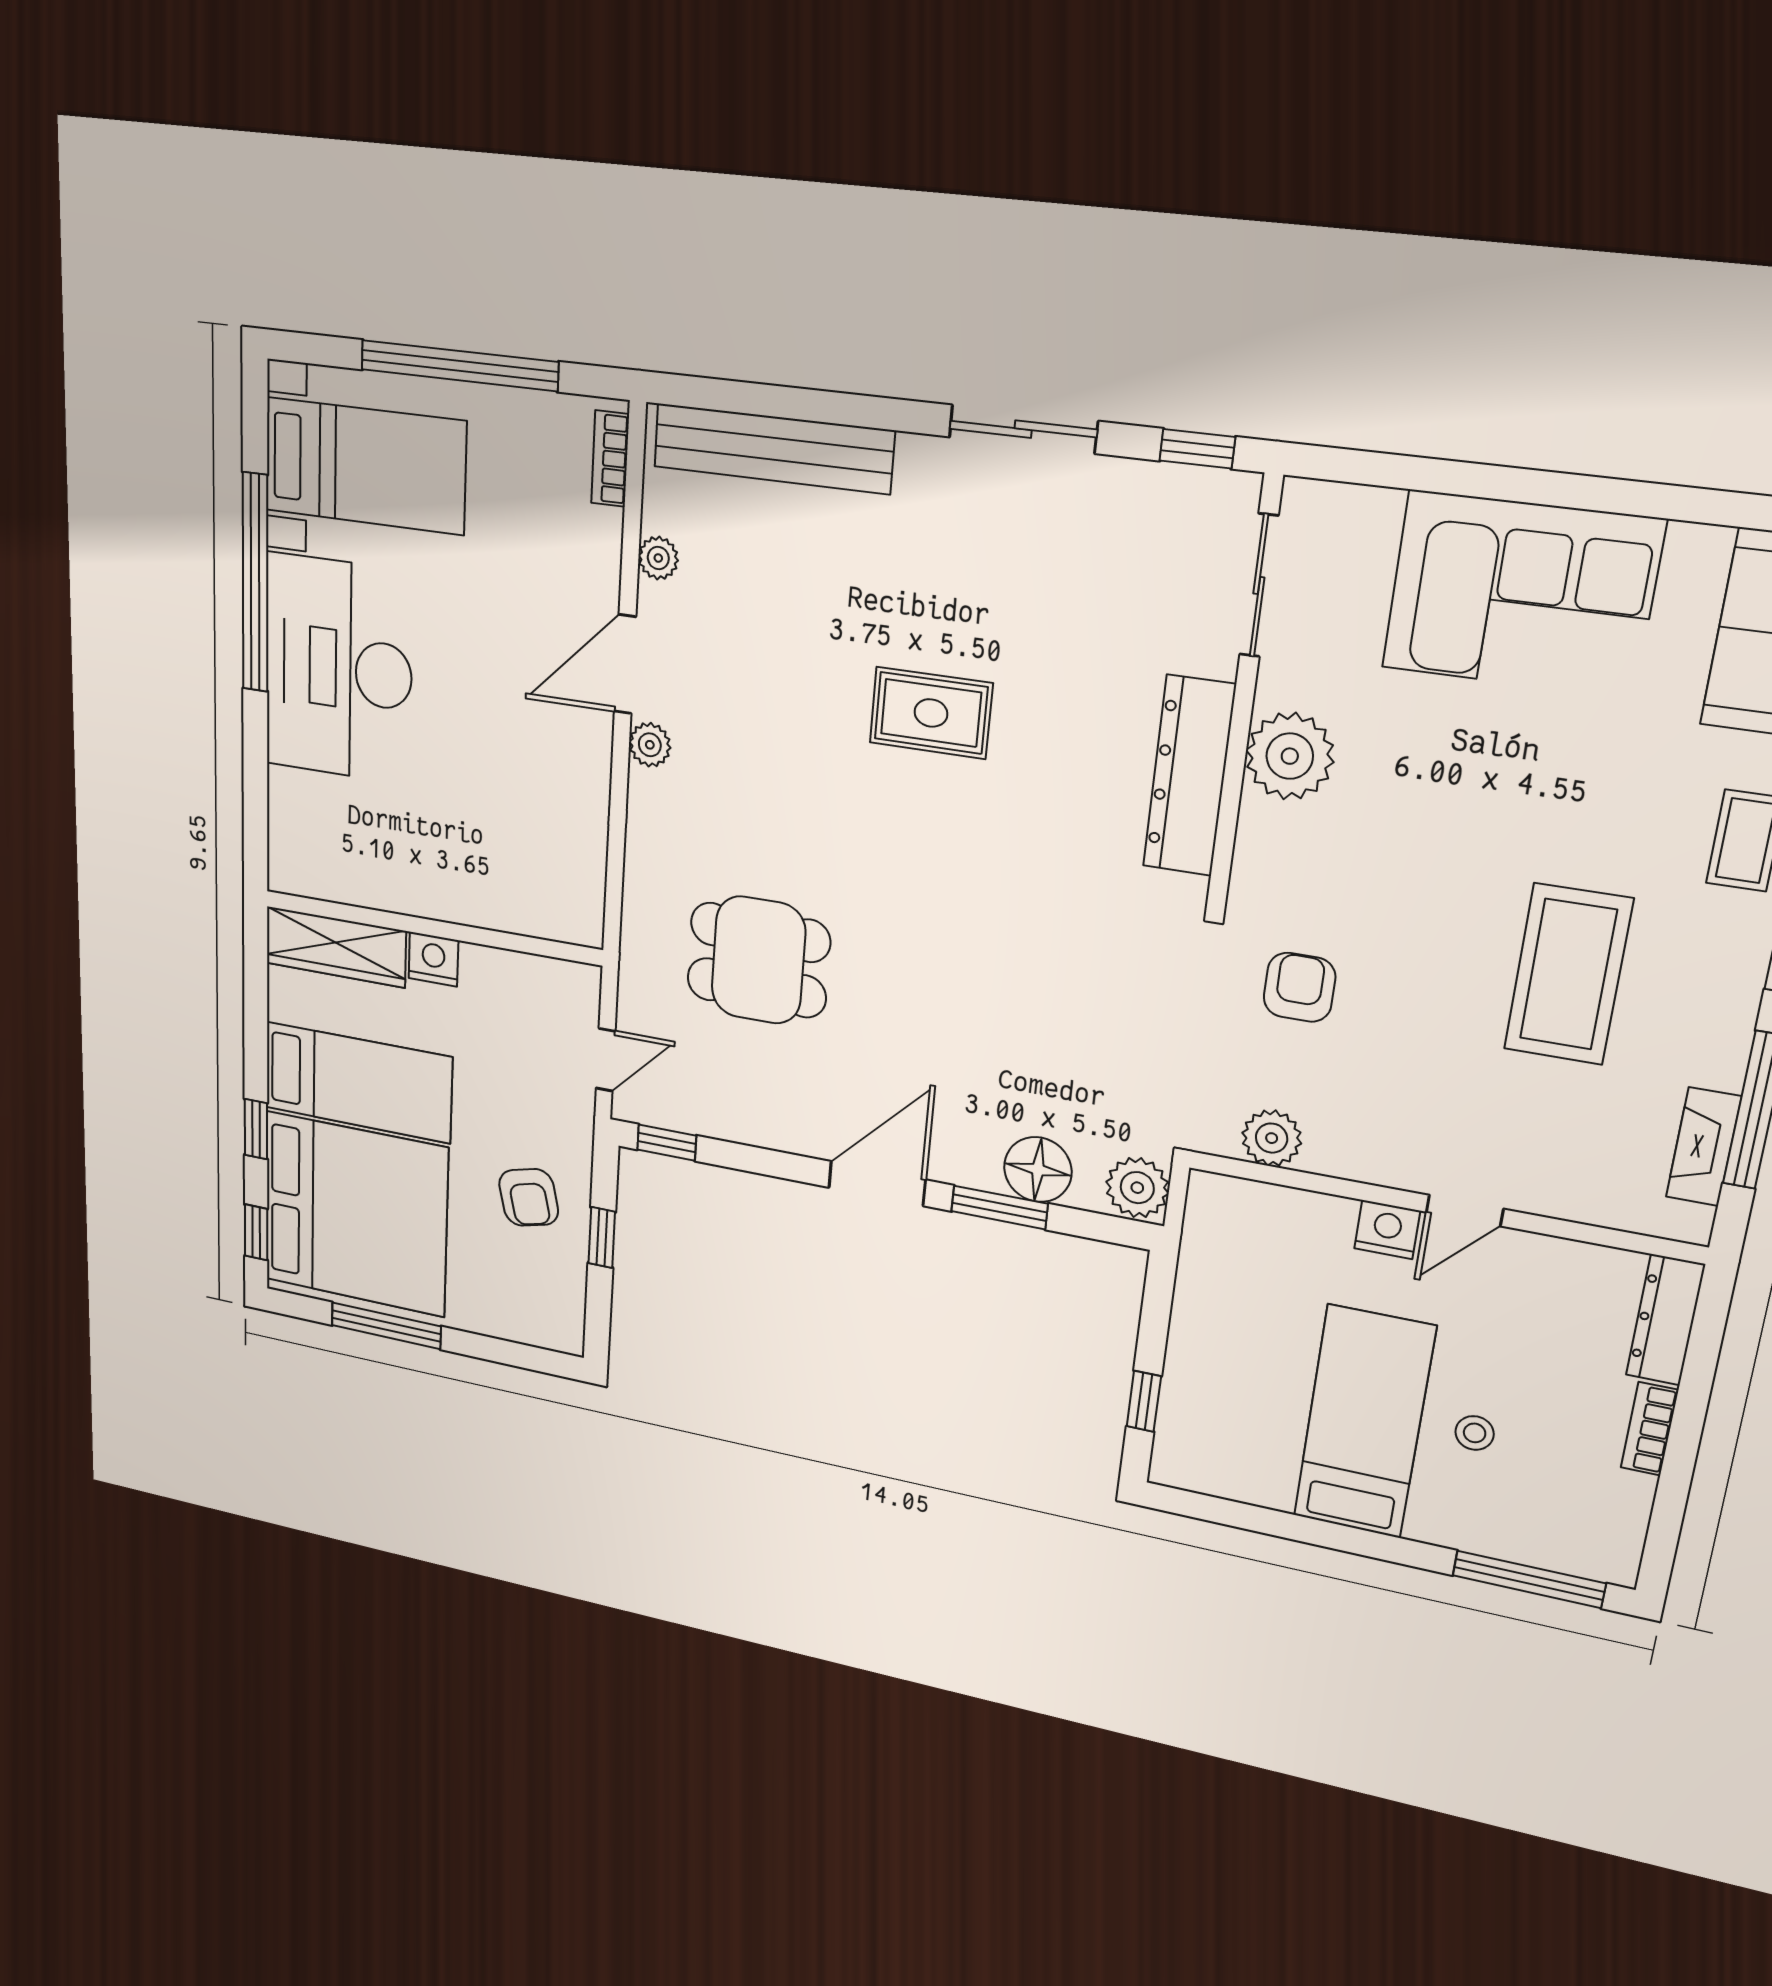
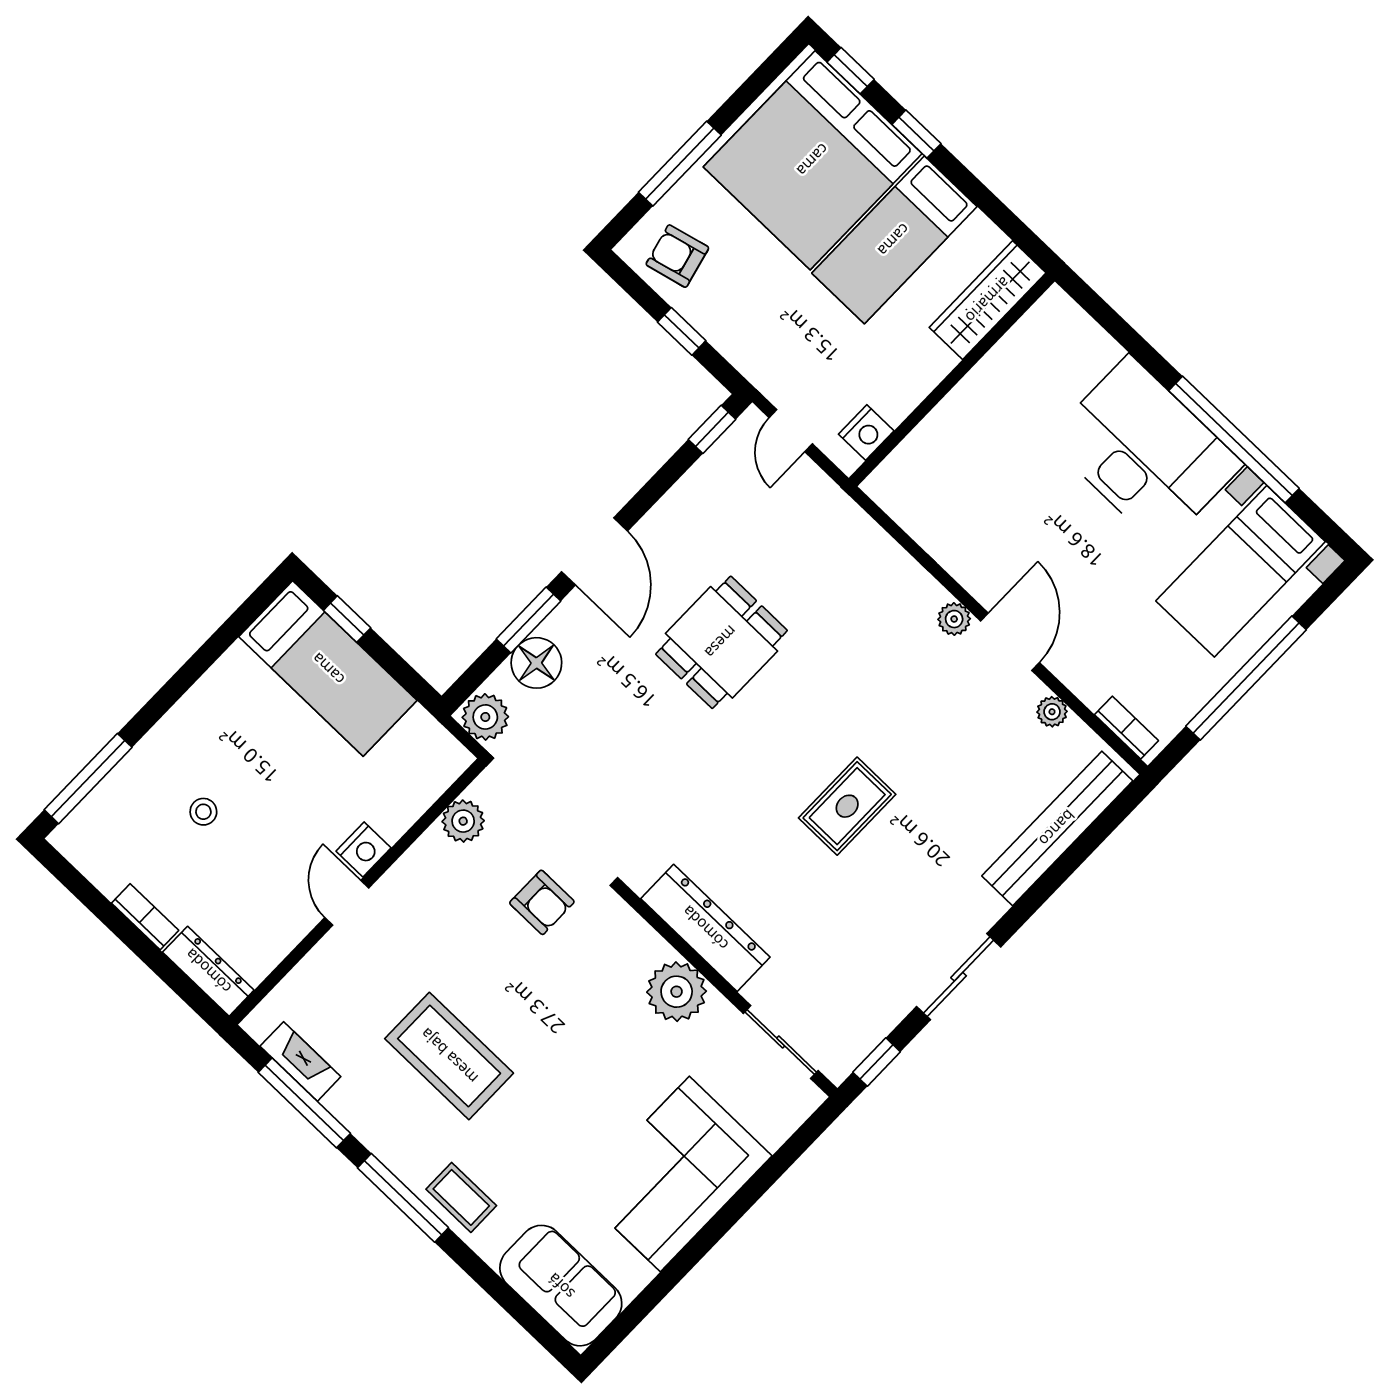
nightstand: (433, 959) -> (866, 432), moved
dining table: (758, 960) -> (721, 642), moved
armchair: (529, 1197) -> (677, 256), moved
window: (386, 1326) -> (680, 164), moved
bed: (1364, 1422) -> (328, 669), moved

